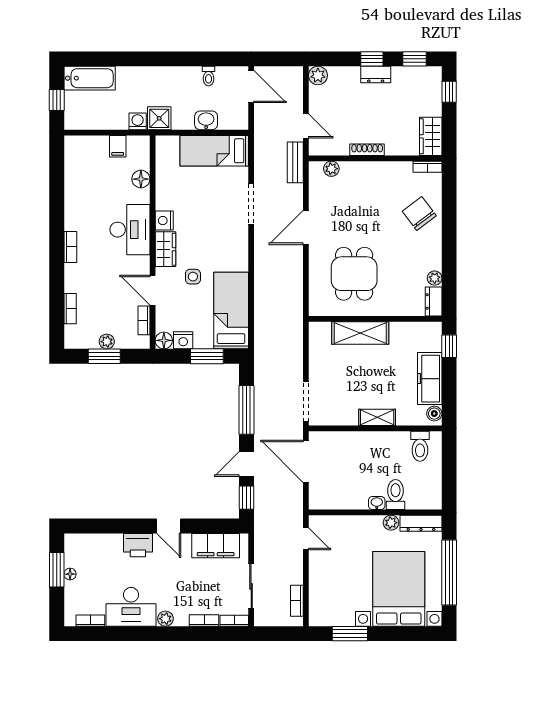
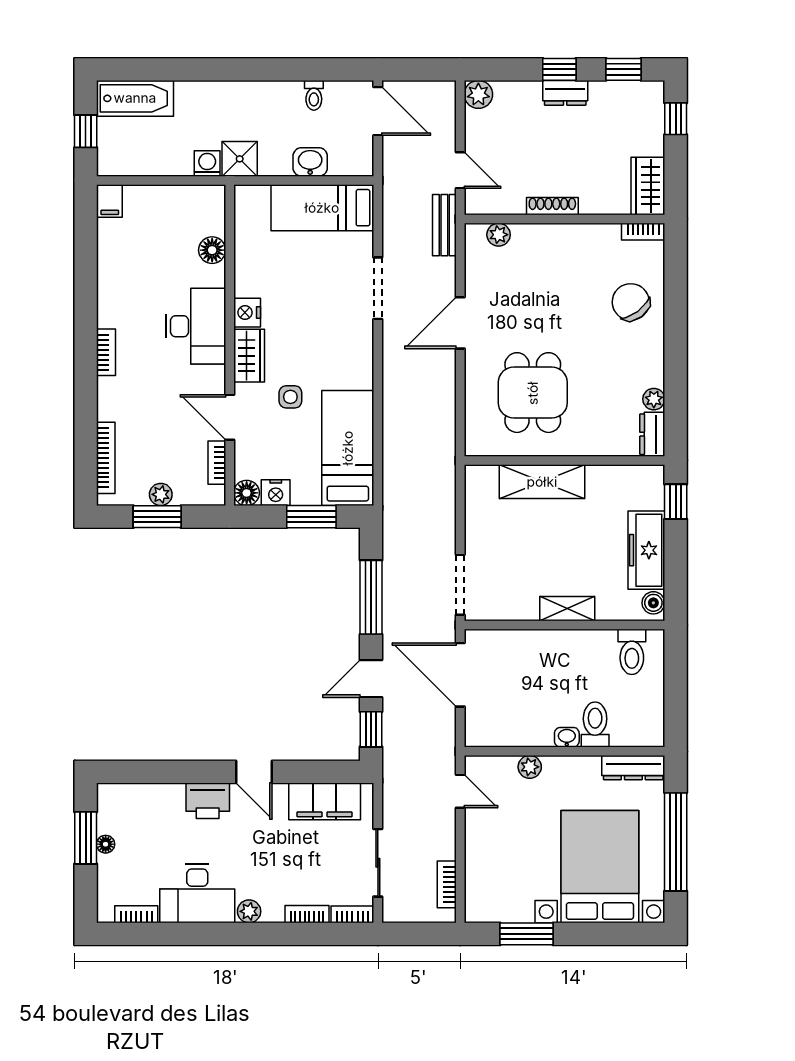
filing cabinet: (118, 146) -> (110, 201), moved
bookcase: (70, 309) -> (106, 458), width x1.56
plant: (391, 523) -> (530, 767), moved

